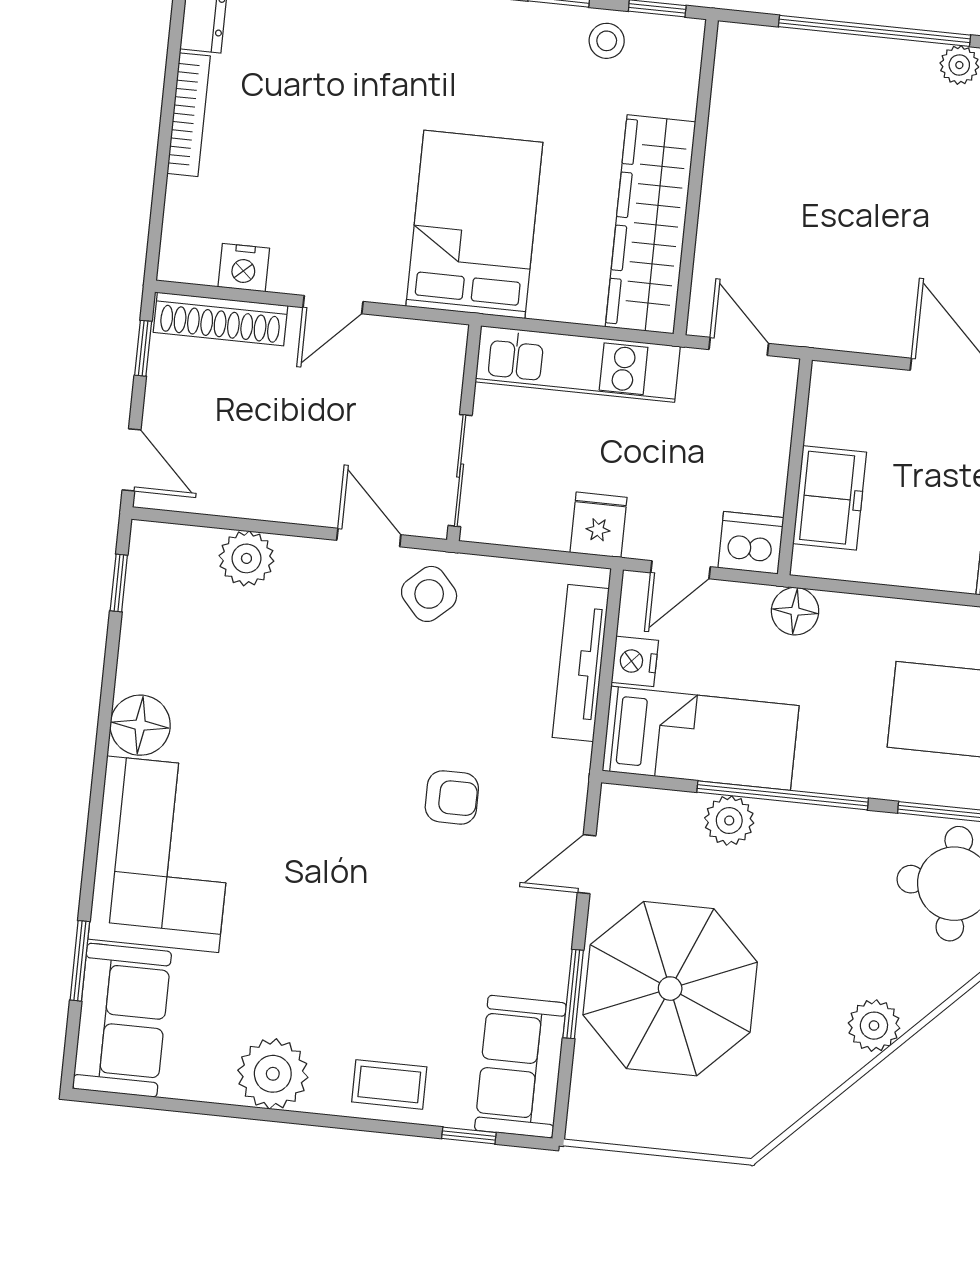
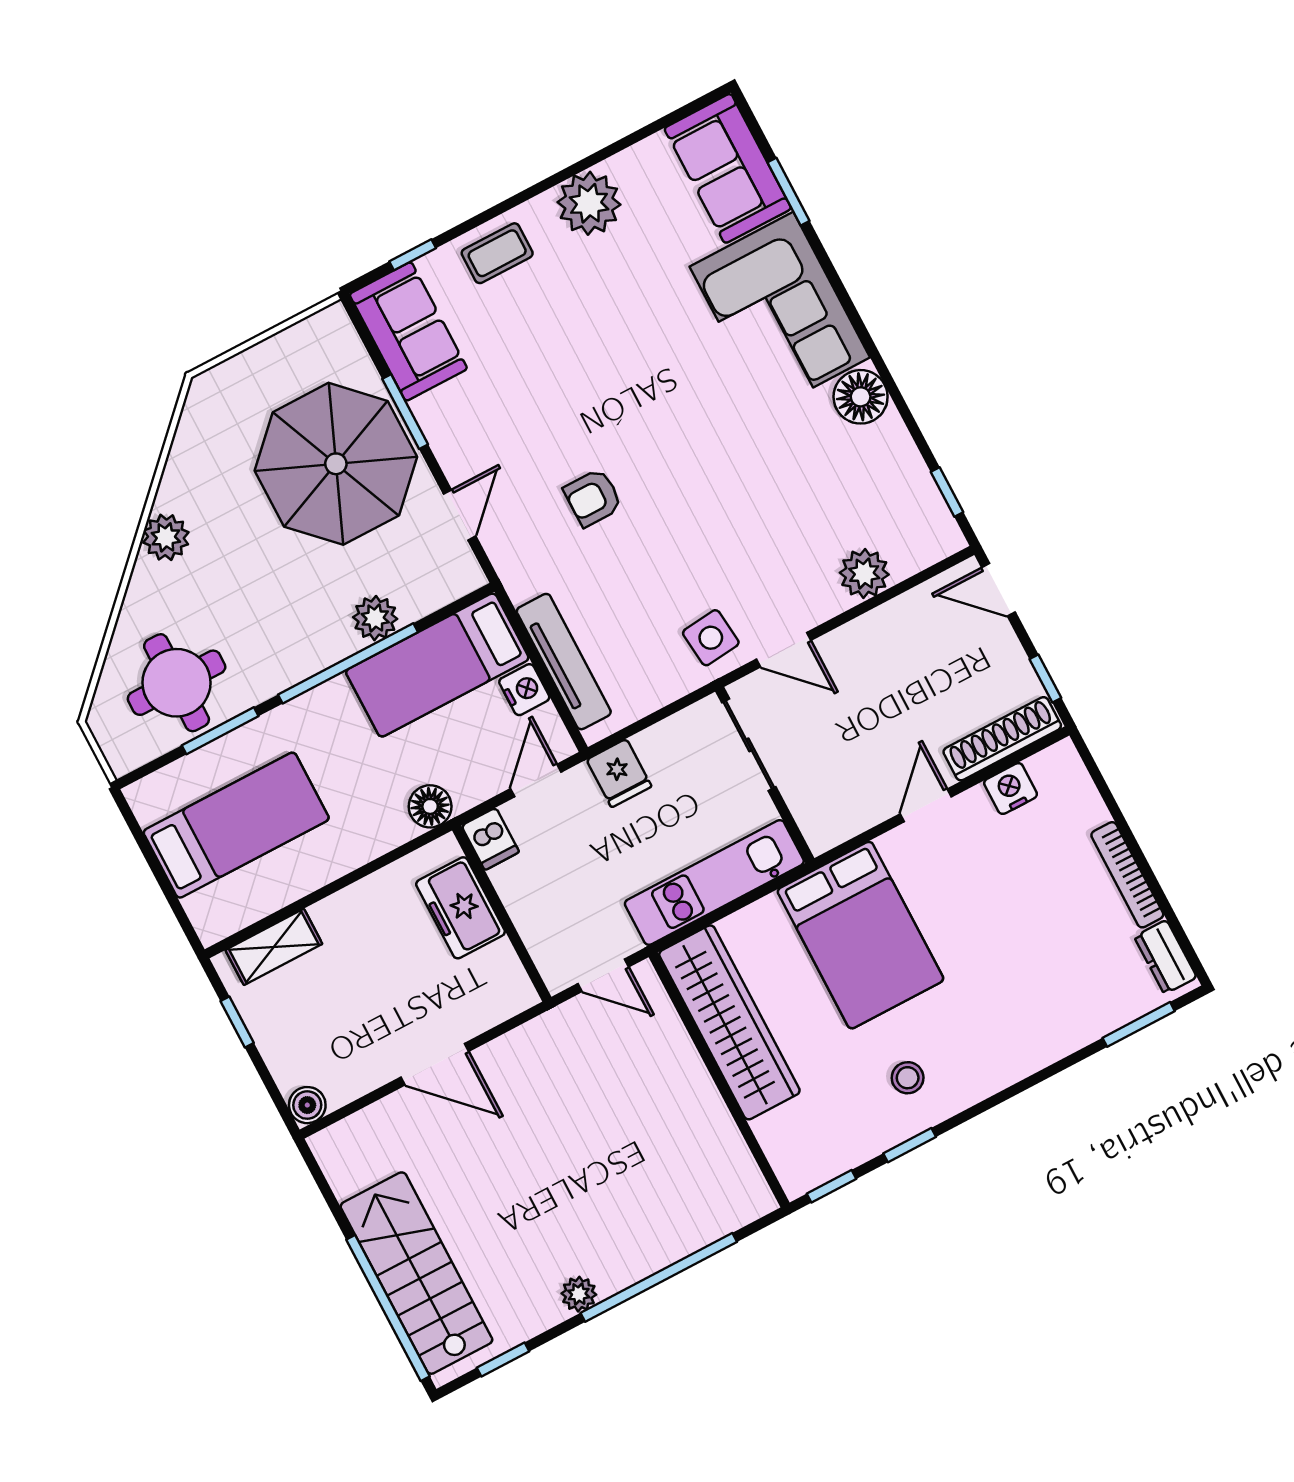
stool: (607, 41) -> (908, 1078), moved
dishwasher: (751, 543) -> (490, 839), width x0.73
side table: (429, 594) -> (711, 638), turned 36

